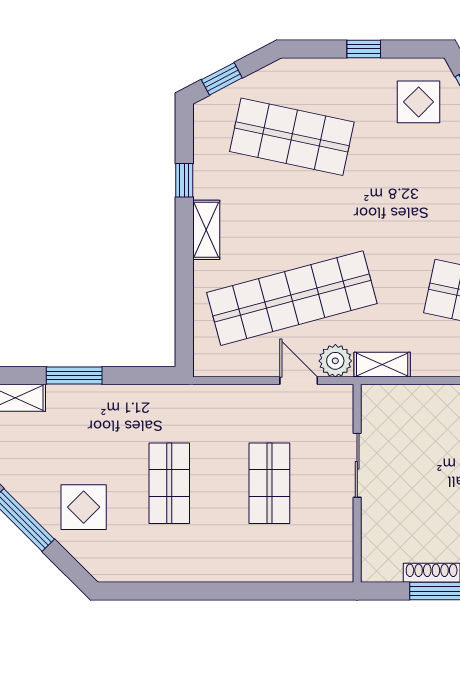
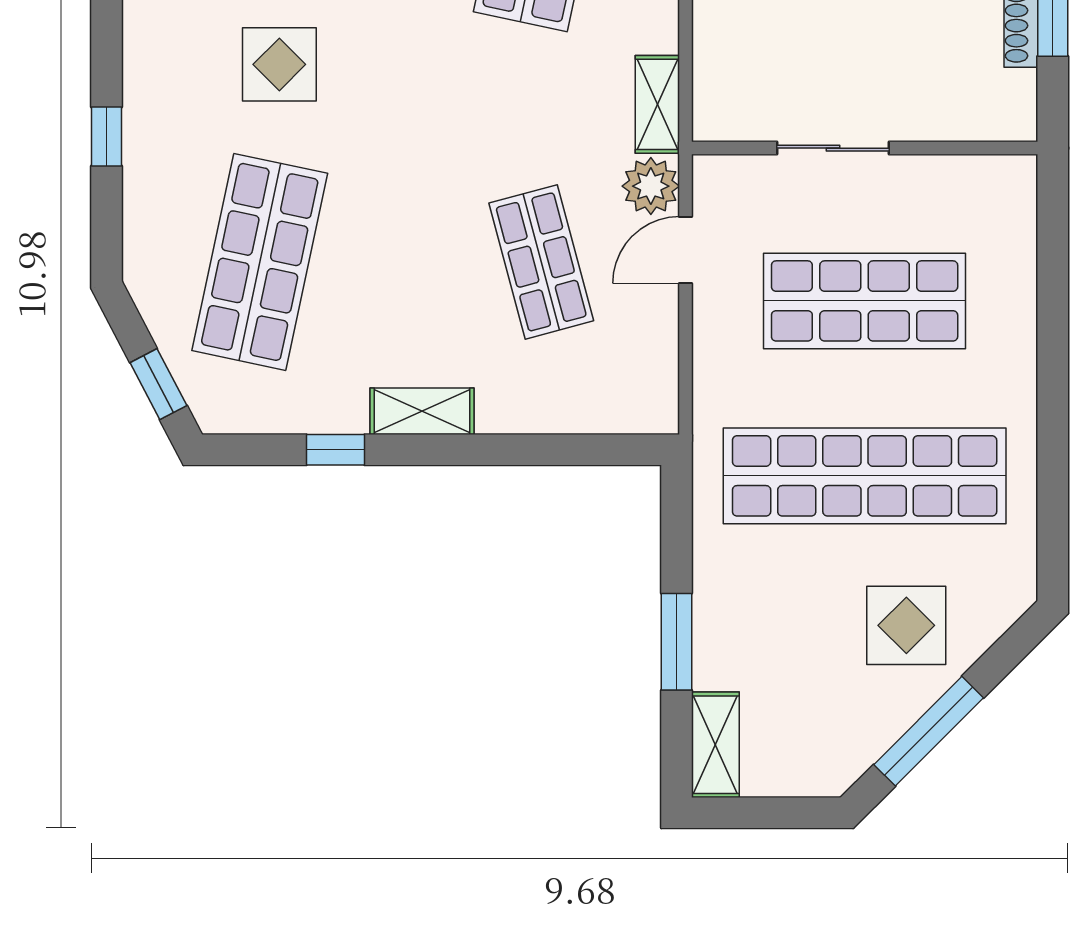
display table: (419, 102) -> (279, 64), moved
shop shelf: (292, 298) -> (541, 262), width x0.50, depth x0.74
shop shelf: (169, 483) -> (865, 476), width x2.00, depth x1.36
shop shelf: (269, 483) -> (865, 301), width x1.43, depth x1.36

